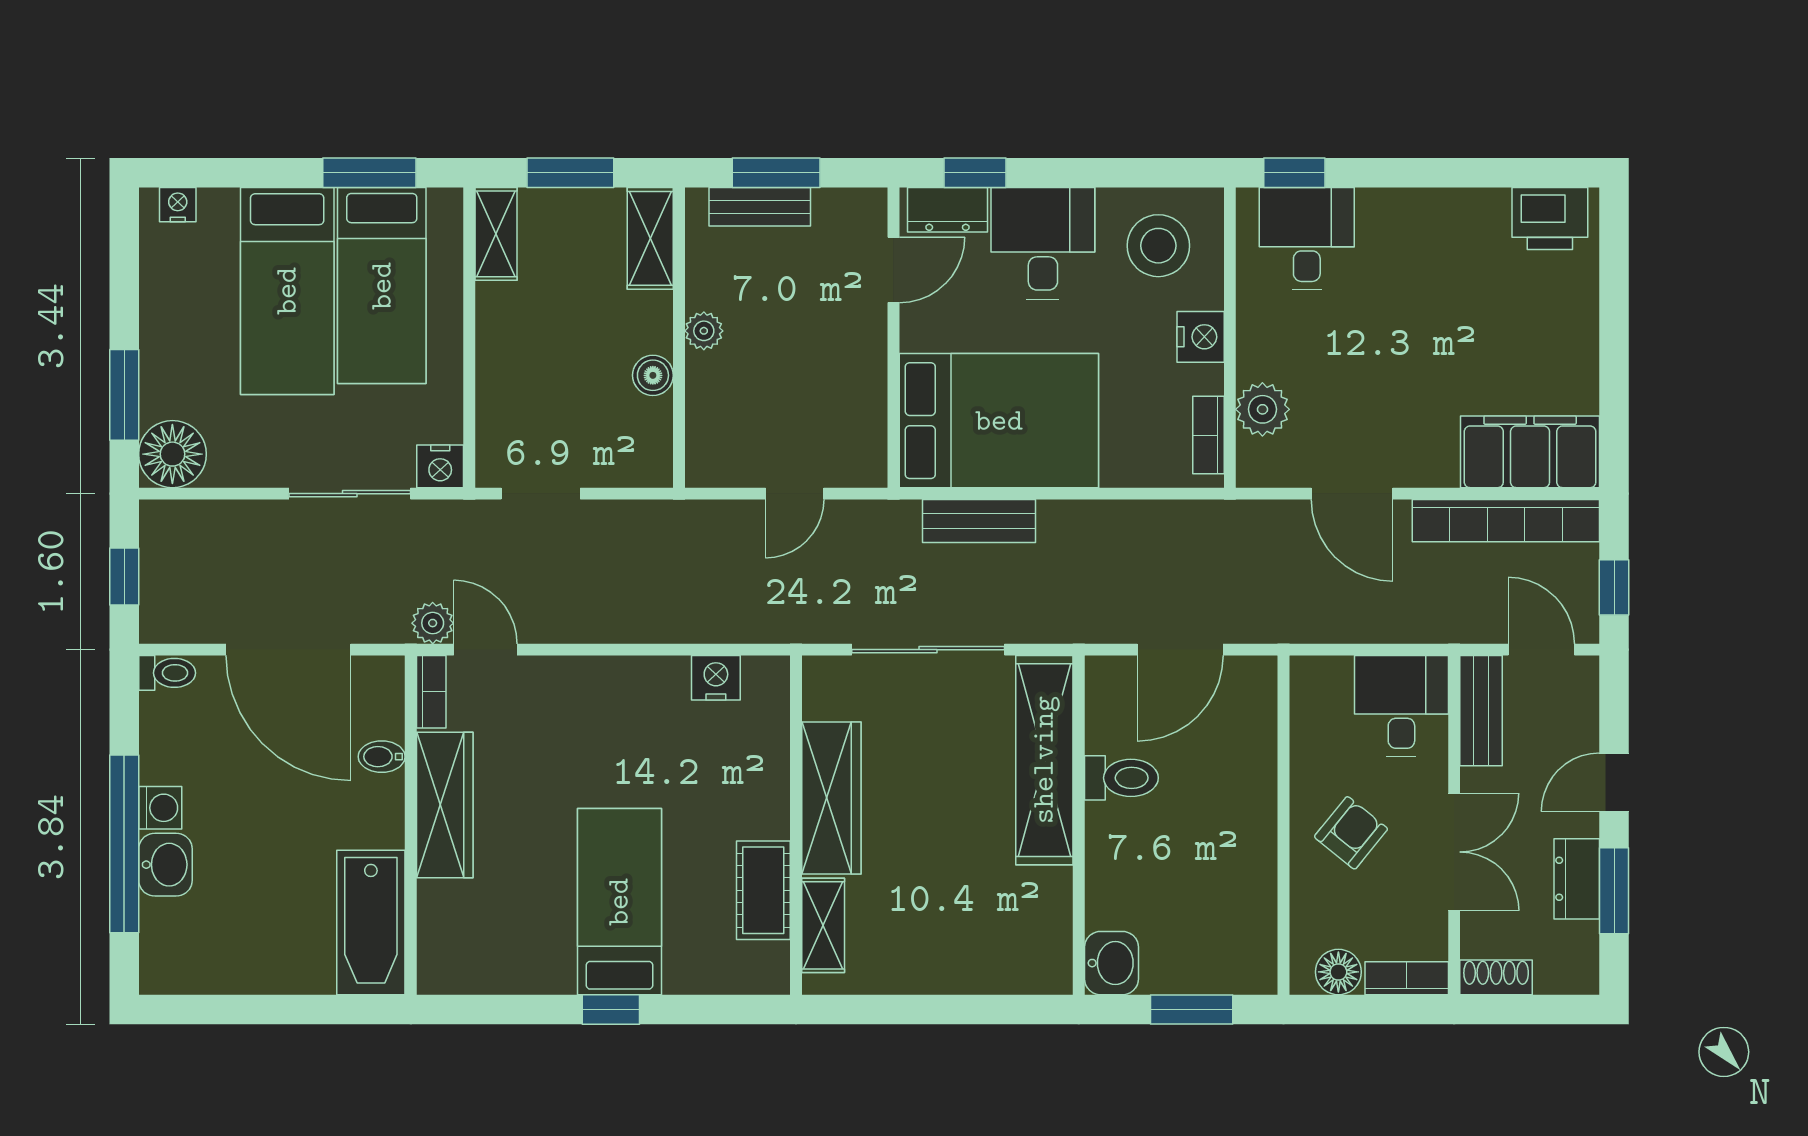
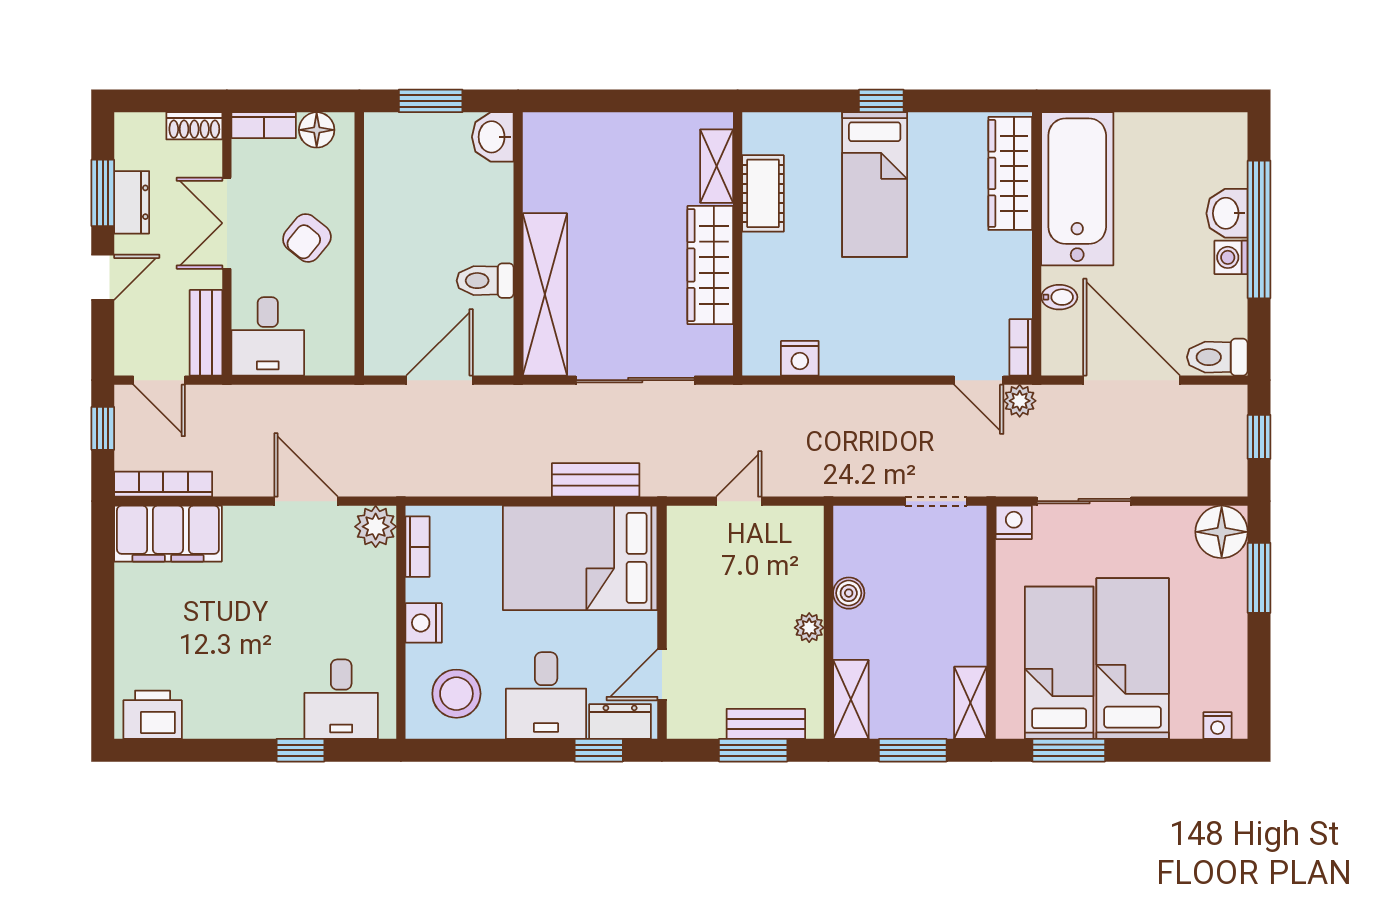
window: (1294, 173) -> (301, 750), moved
plant: (1262, 409) -> (376, 527), moved
bookcase: (1506, 521) -> (163, 484), width x0.68, depth x0.76
toilet: (167, 673) -> (1217, 357), width x1.37, depth x1.39
wardrobe: (445, 805) -> (1010, 173), moved
bathtub: (371, 922) -> (1077, 189), width x1.36, depth x1.36

